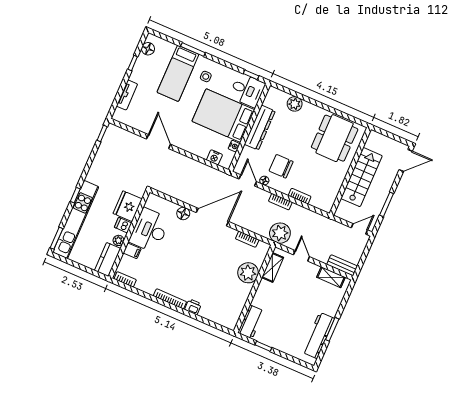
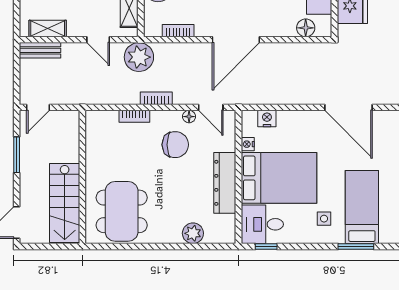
door: (159, 142) -> (348, 107), width x1.36
stairs: (361, 177) -> (65, 203), moved
floor lamp: (183, 213) -> (306, 28), moved

